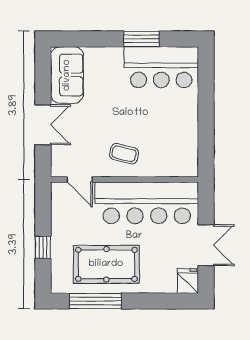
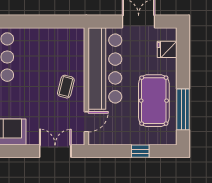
double door: (43, 125) -> (55, 151), moved
fridge: (188, 281) -> (167, 49), moved

